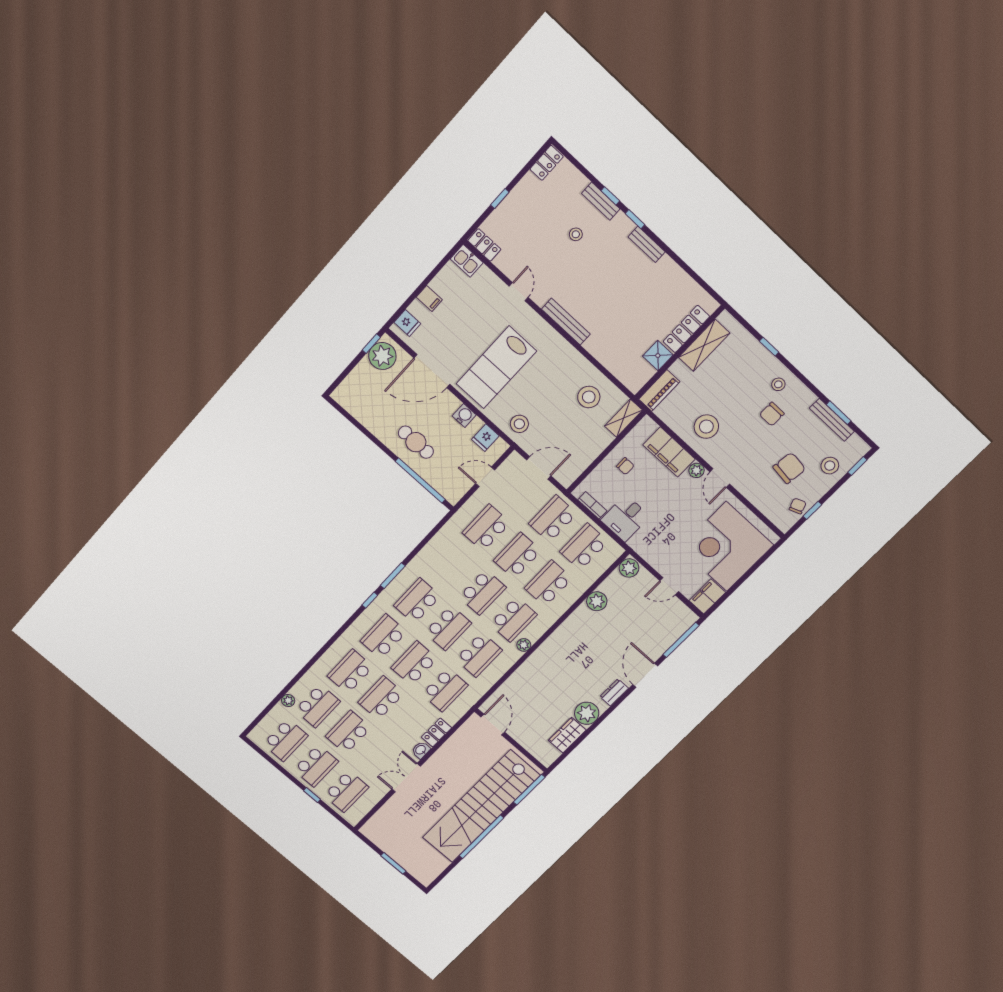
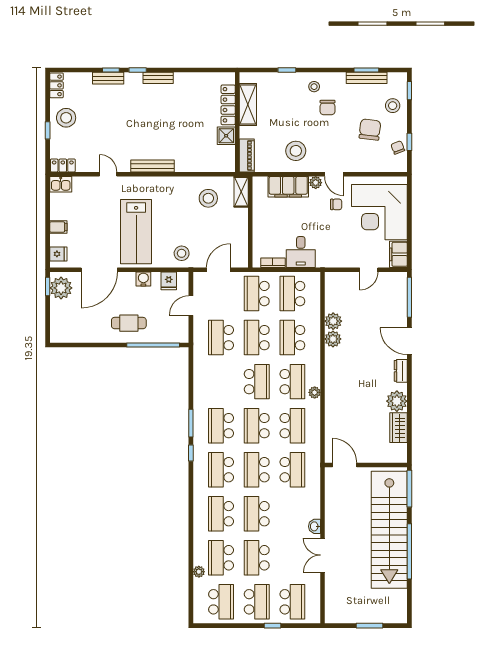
stool: (576, 234) -> (66, 118), moved, width x1.89, depth x1.89
chair: (625, 466) -> (336, 204), moved
plant: (629, 568) -> (333, 339), moved
school desk: (448, 628) -> (257, 426), turned 180
school desk: (318, 706) -> (221, 558), turned 180
locker: (436, 733) -> (314, 505), removed

